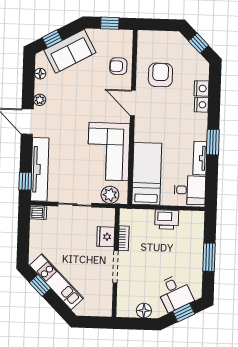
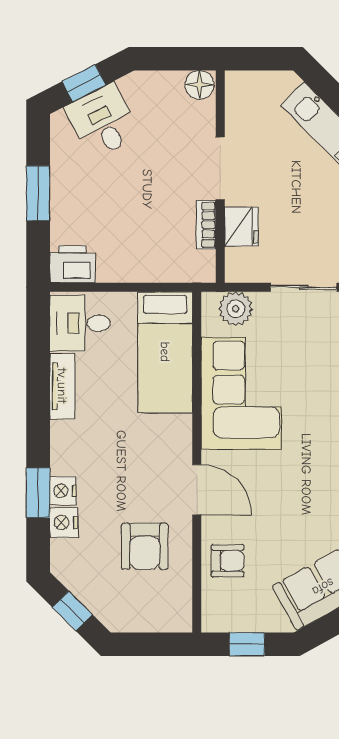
window: (213, 142) -> (38, 493), moved
printer: (167, 219) -> (72, 264), moved
floor lamp: (144, 311) -> (199, 85), moved

